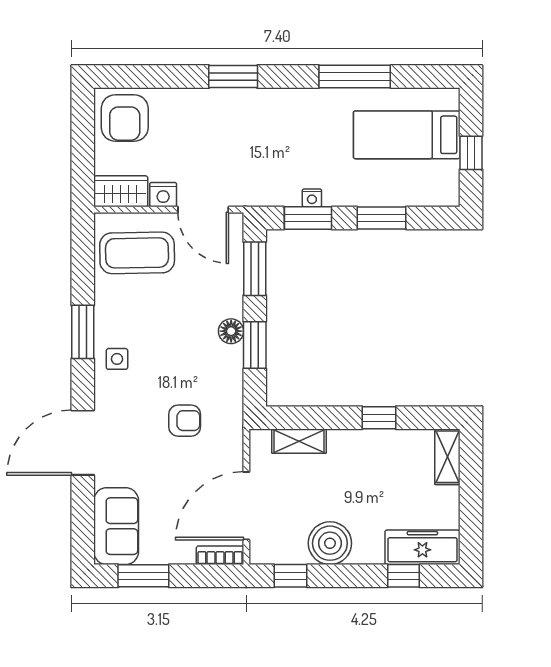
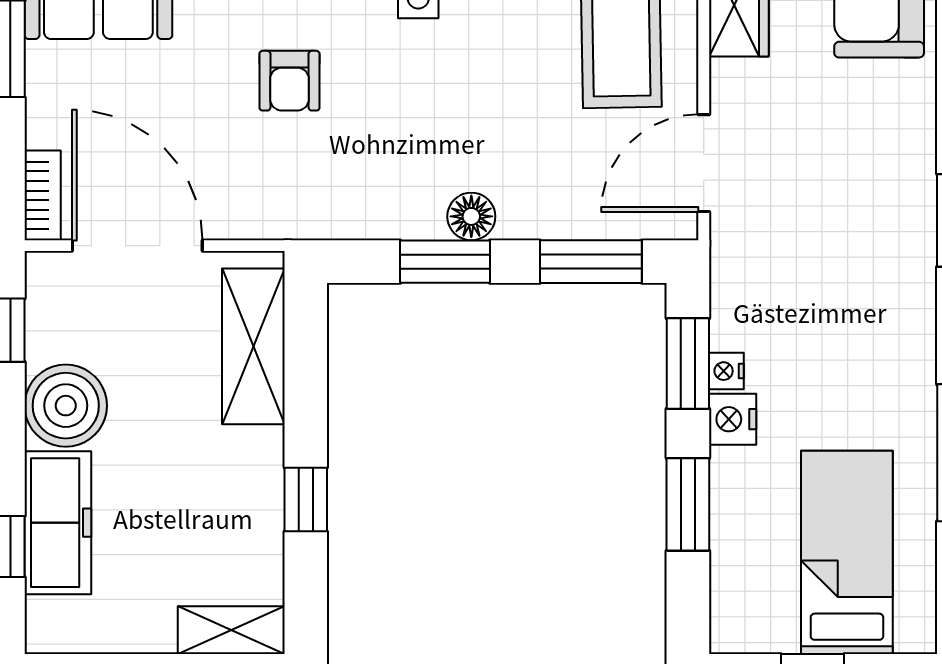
nightstand: (163, 195) -> (733, 419), moved
armchair: (185, 421) -> (289, 81), moved
shelving: (299, 441) -> (253, 346), width x1.50, depth x1.33
freezer: (422, 547) -> (58, 523), moved

